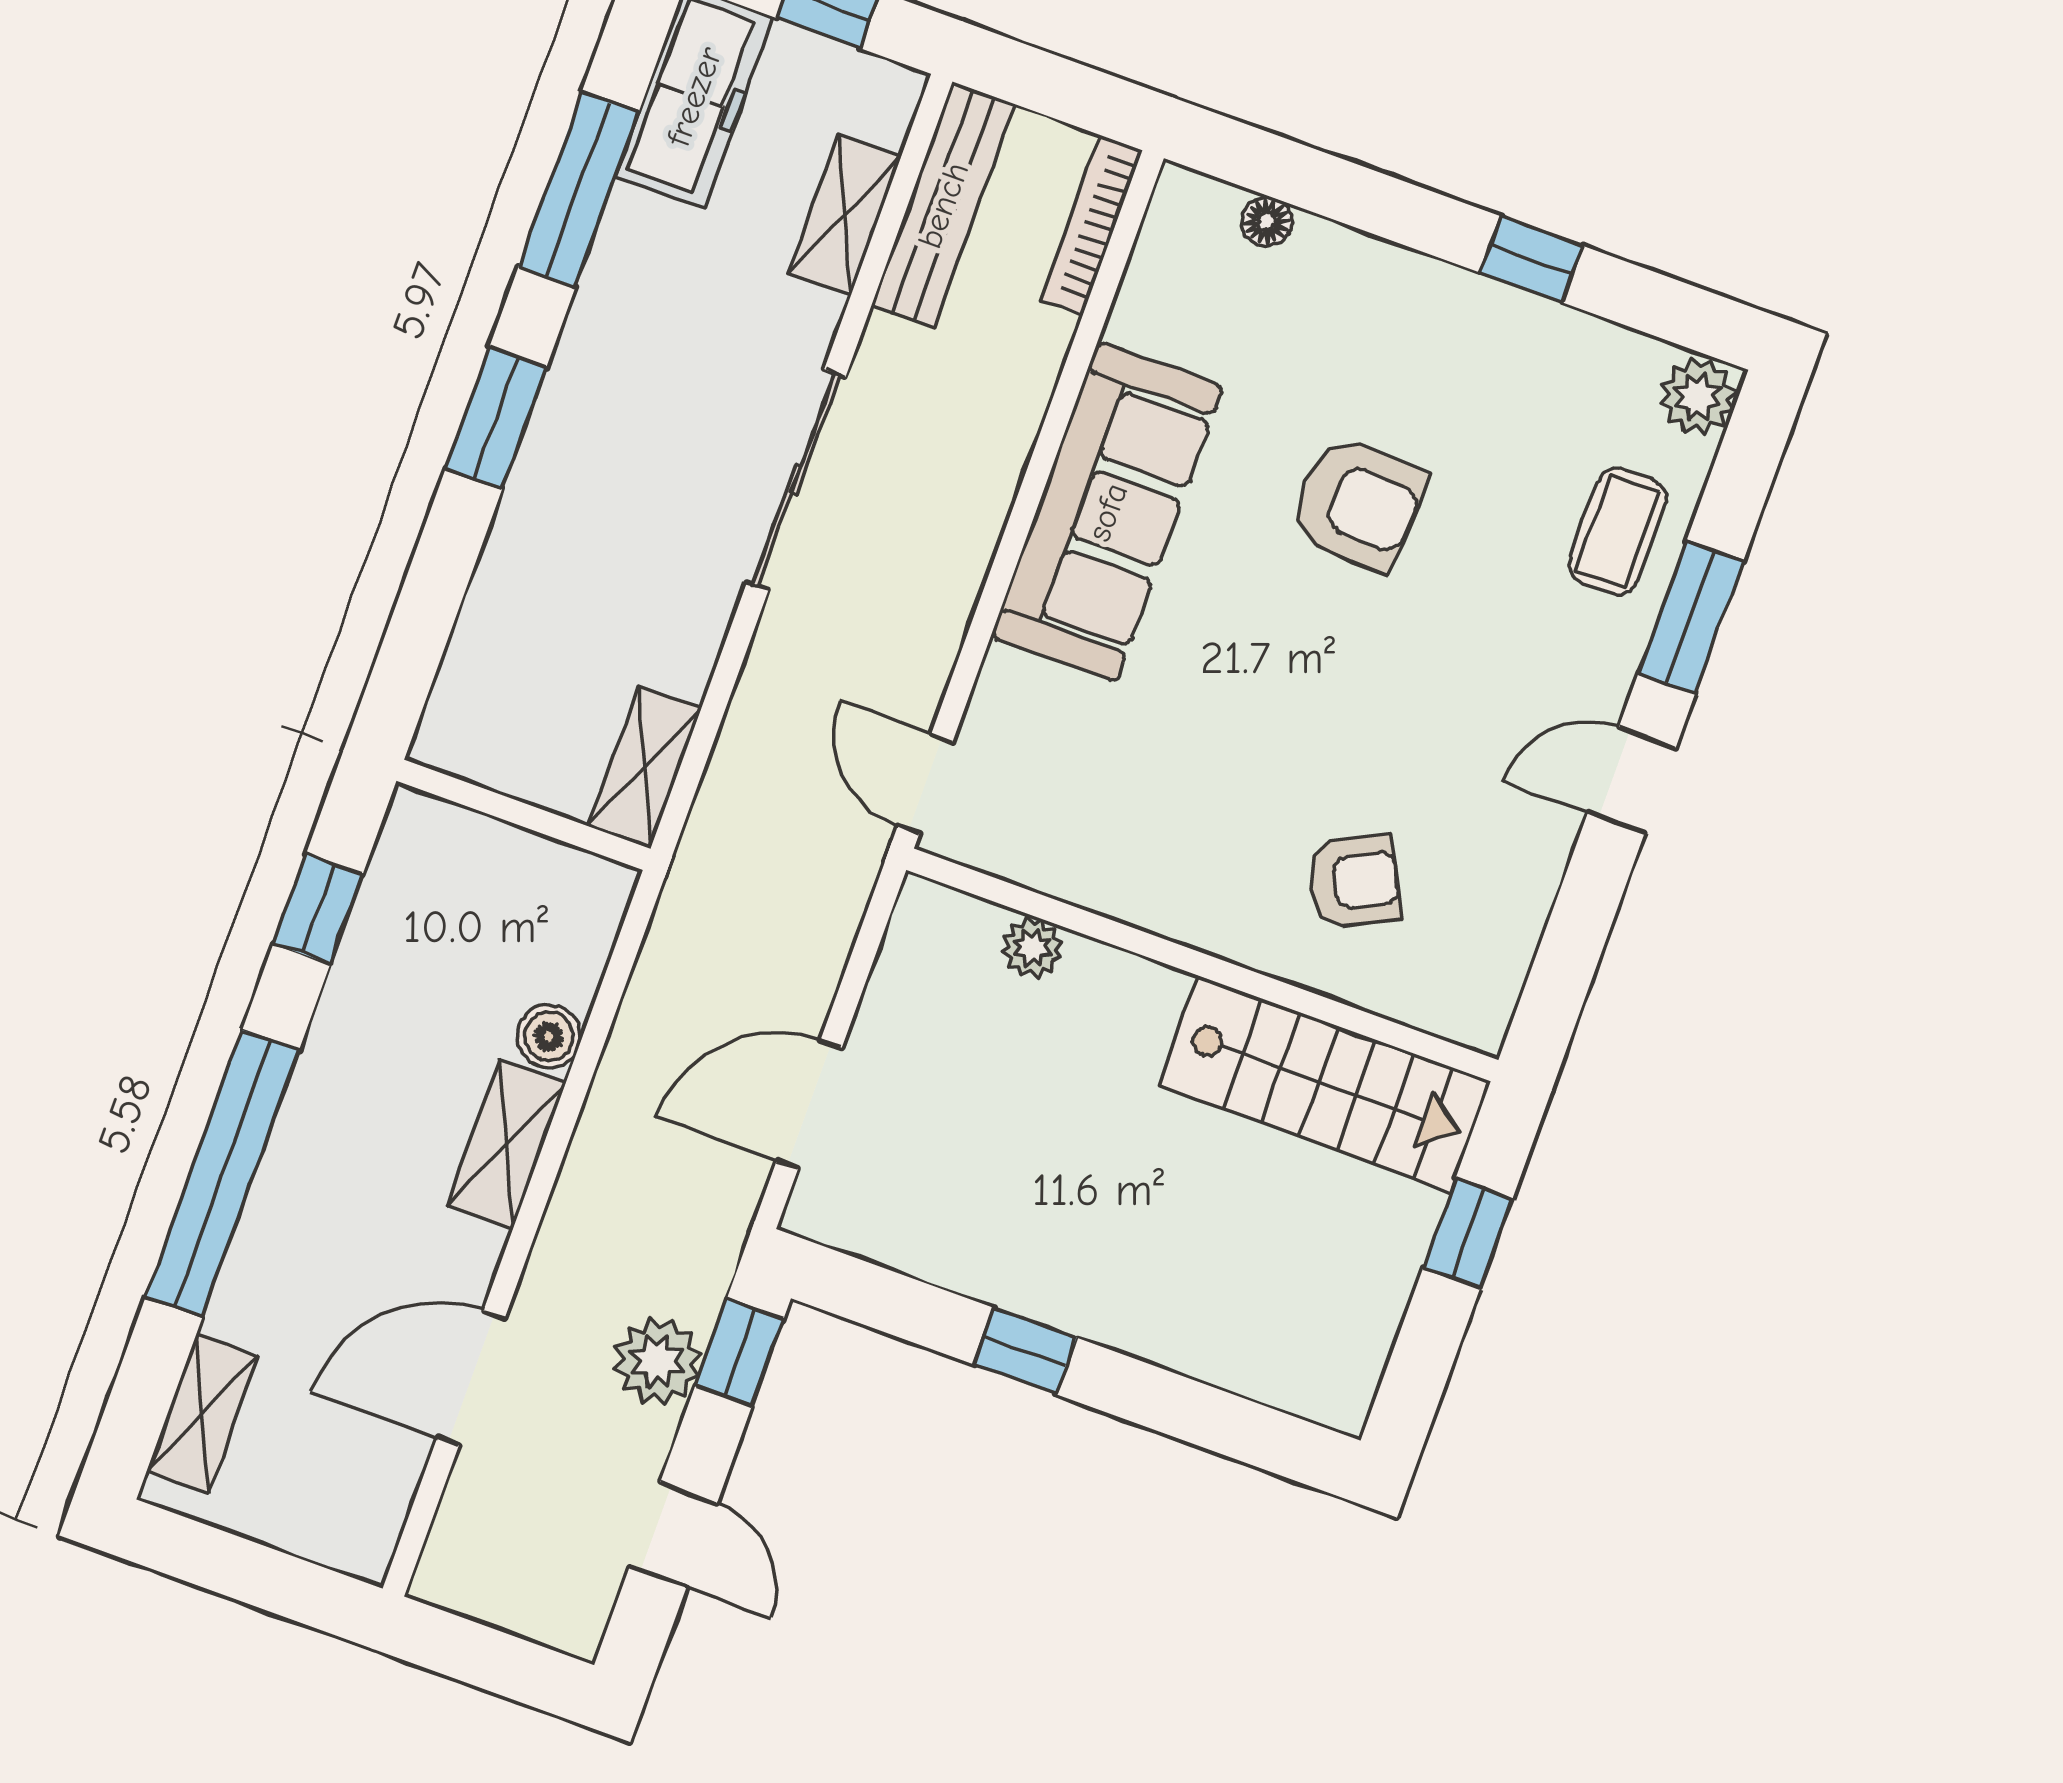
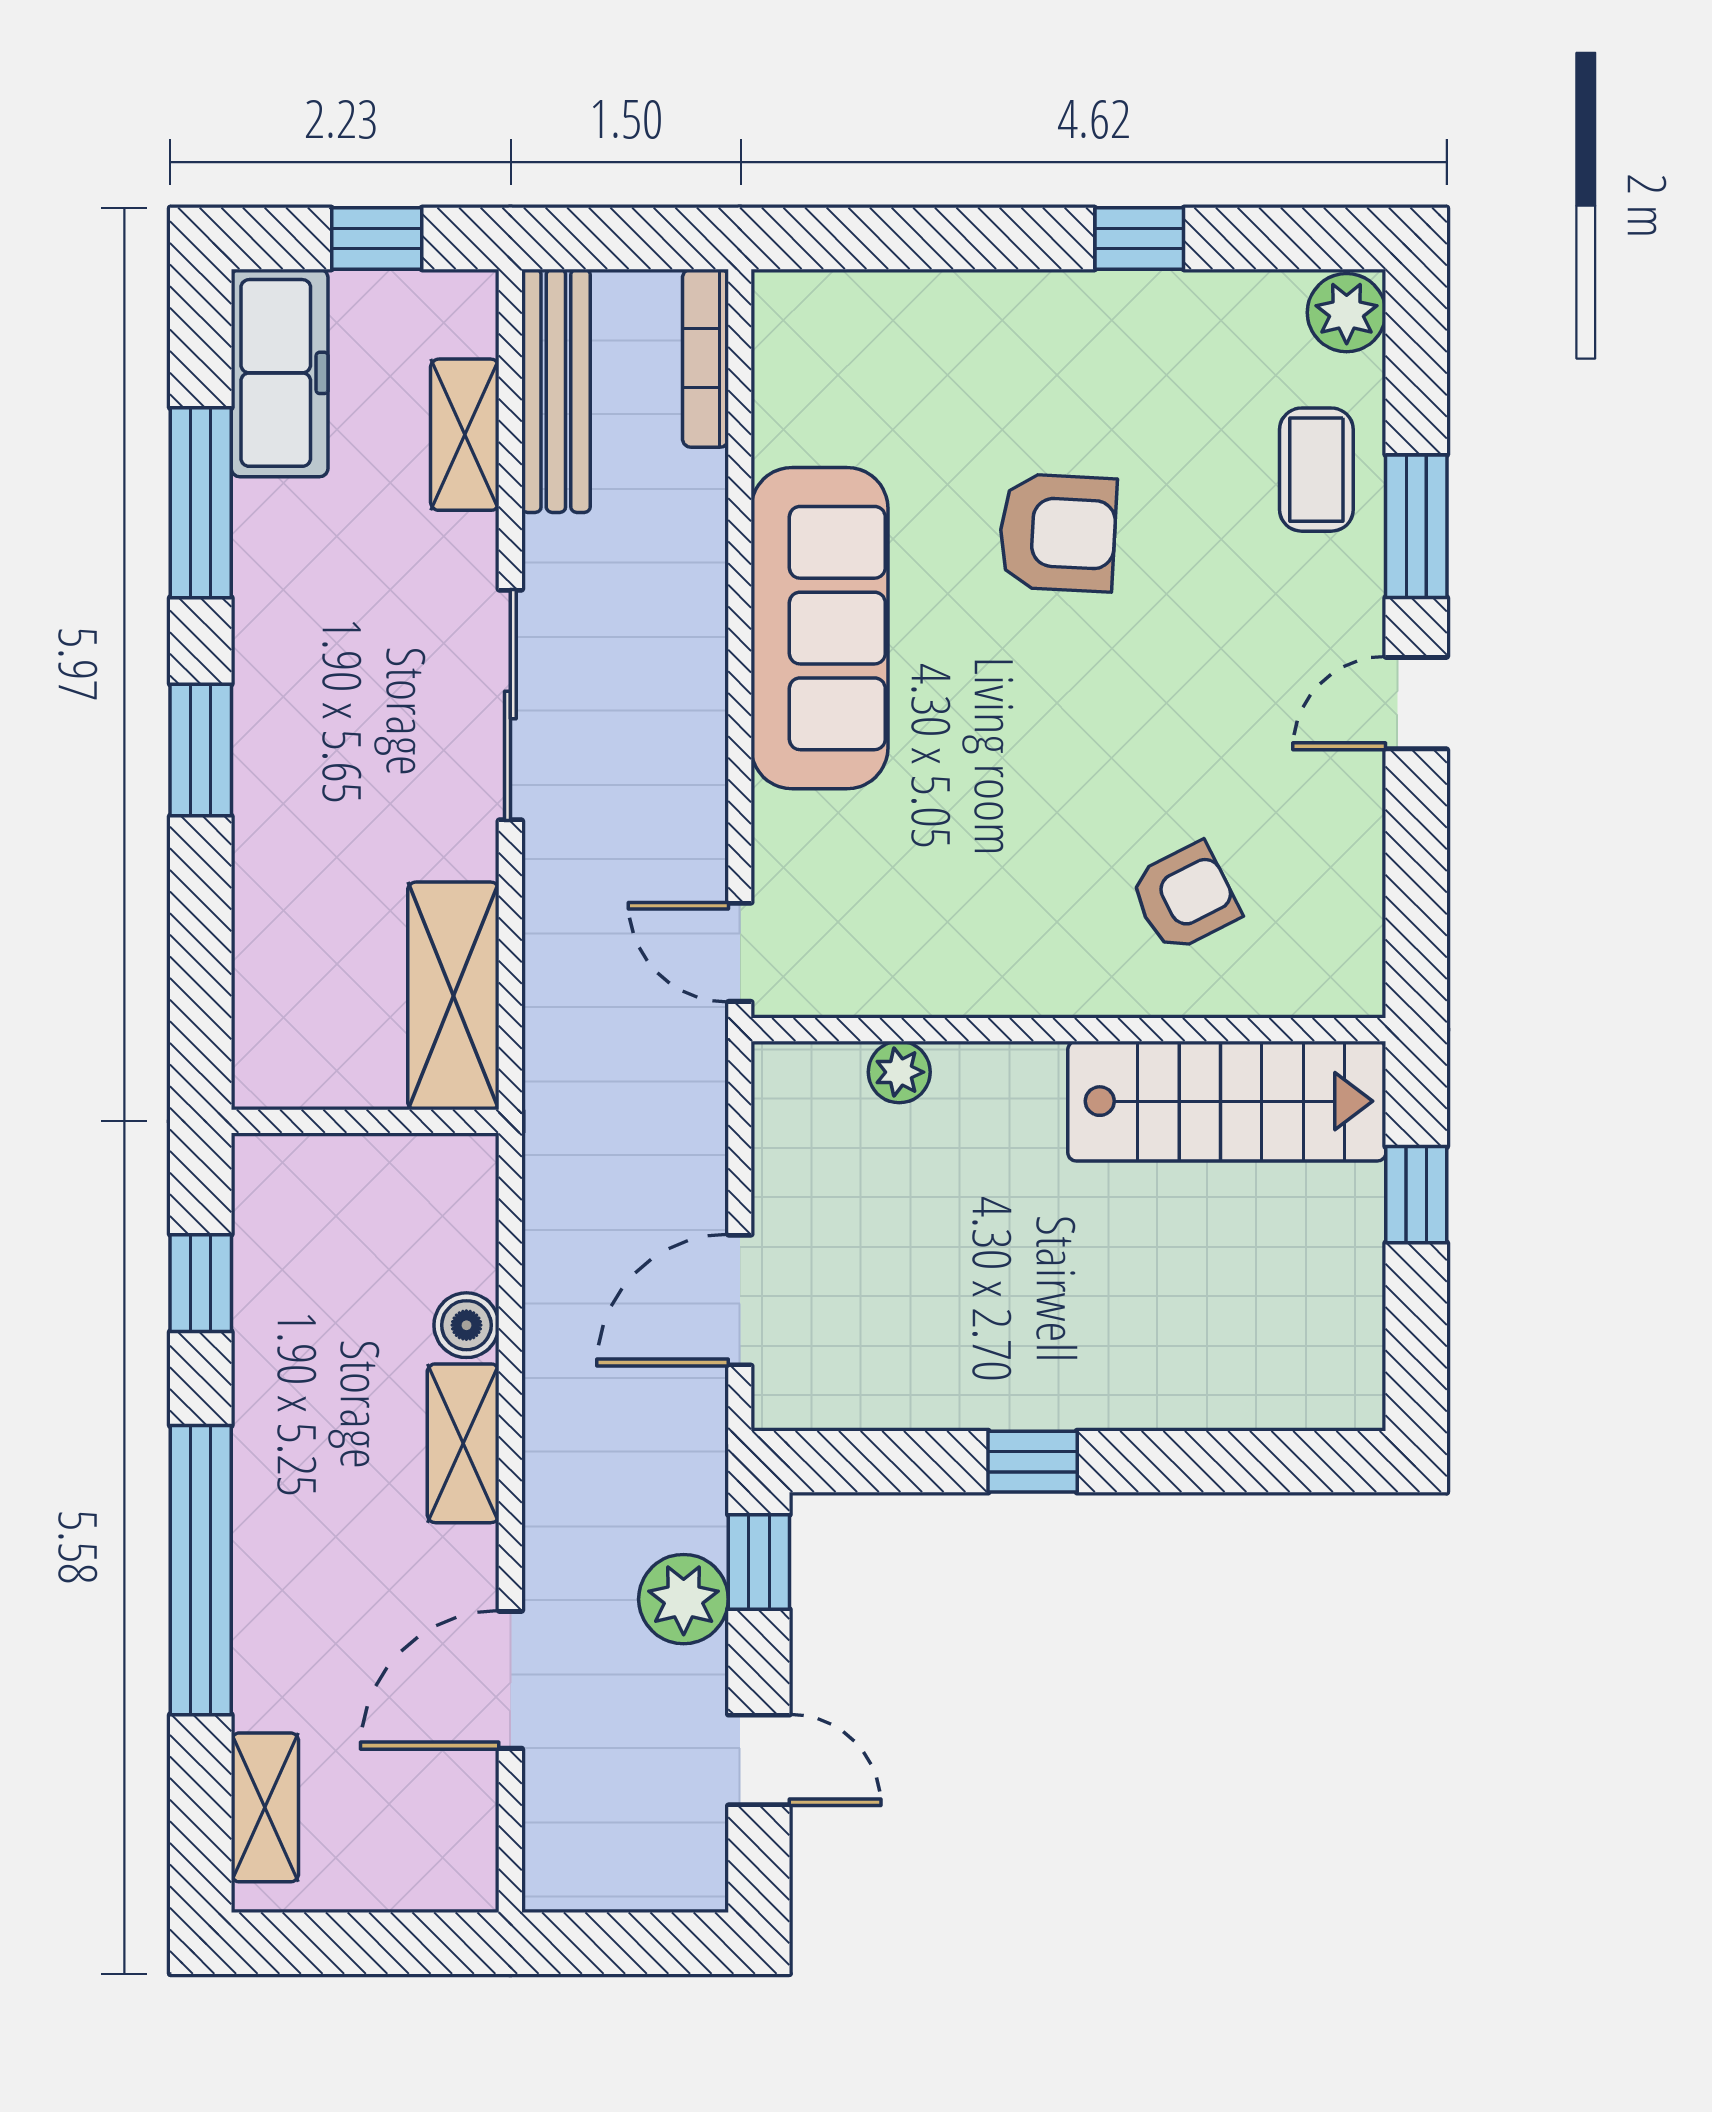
floor lamp: (1267, 222) -> (872, 294), removed
shelving: (644, 767) -> (453, 996), width x1.50, depth x1.33

